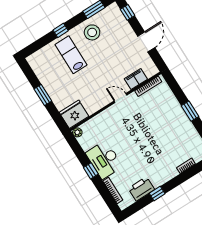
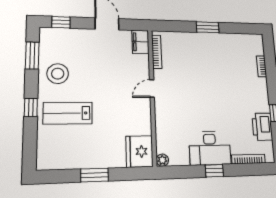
filing cabinet: (136, 79) -> (140, 42), moved

